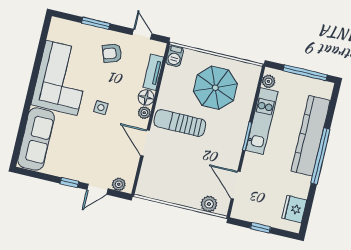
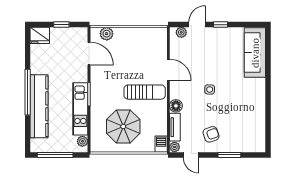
corner sofa: (62, 78) -> (246, 105), removed
plant: (144, 113) -> (175, 147), moved
fridge: (294, 209) -> (40, 35), moved, turned 90

